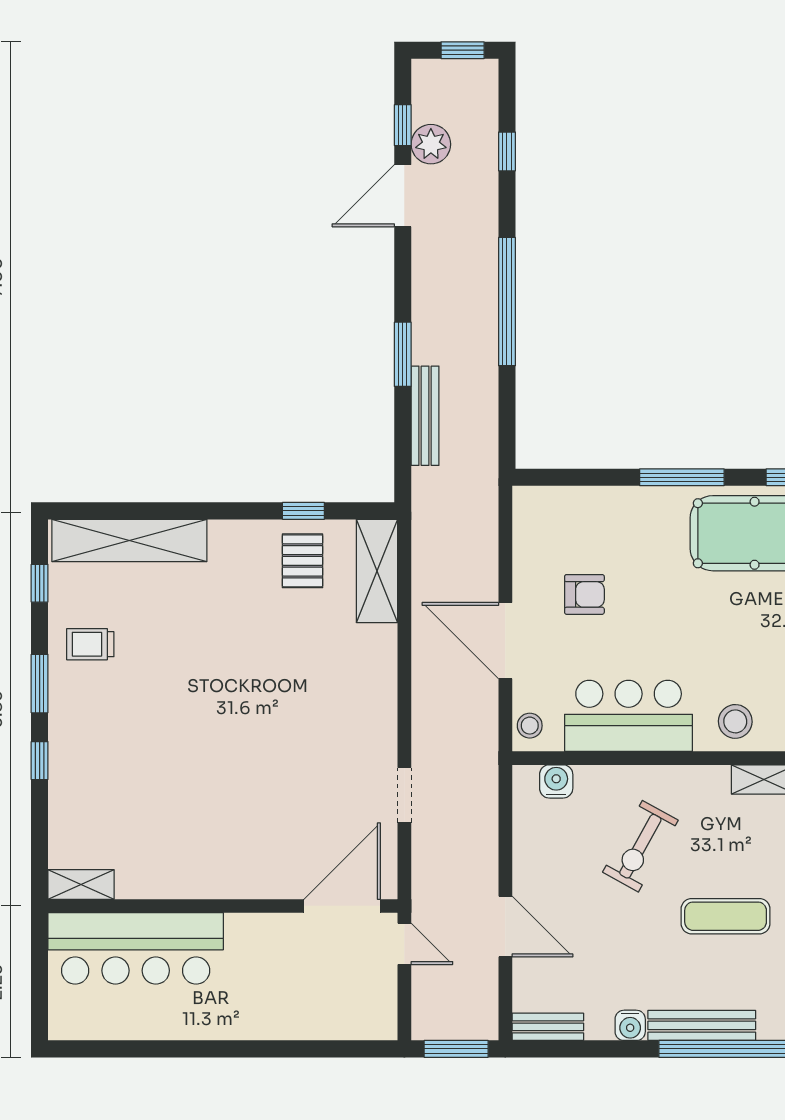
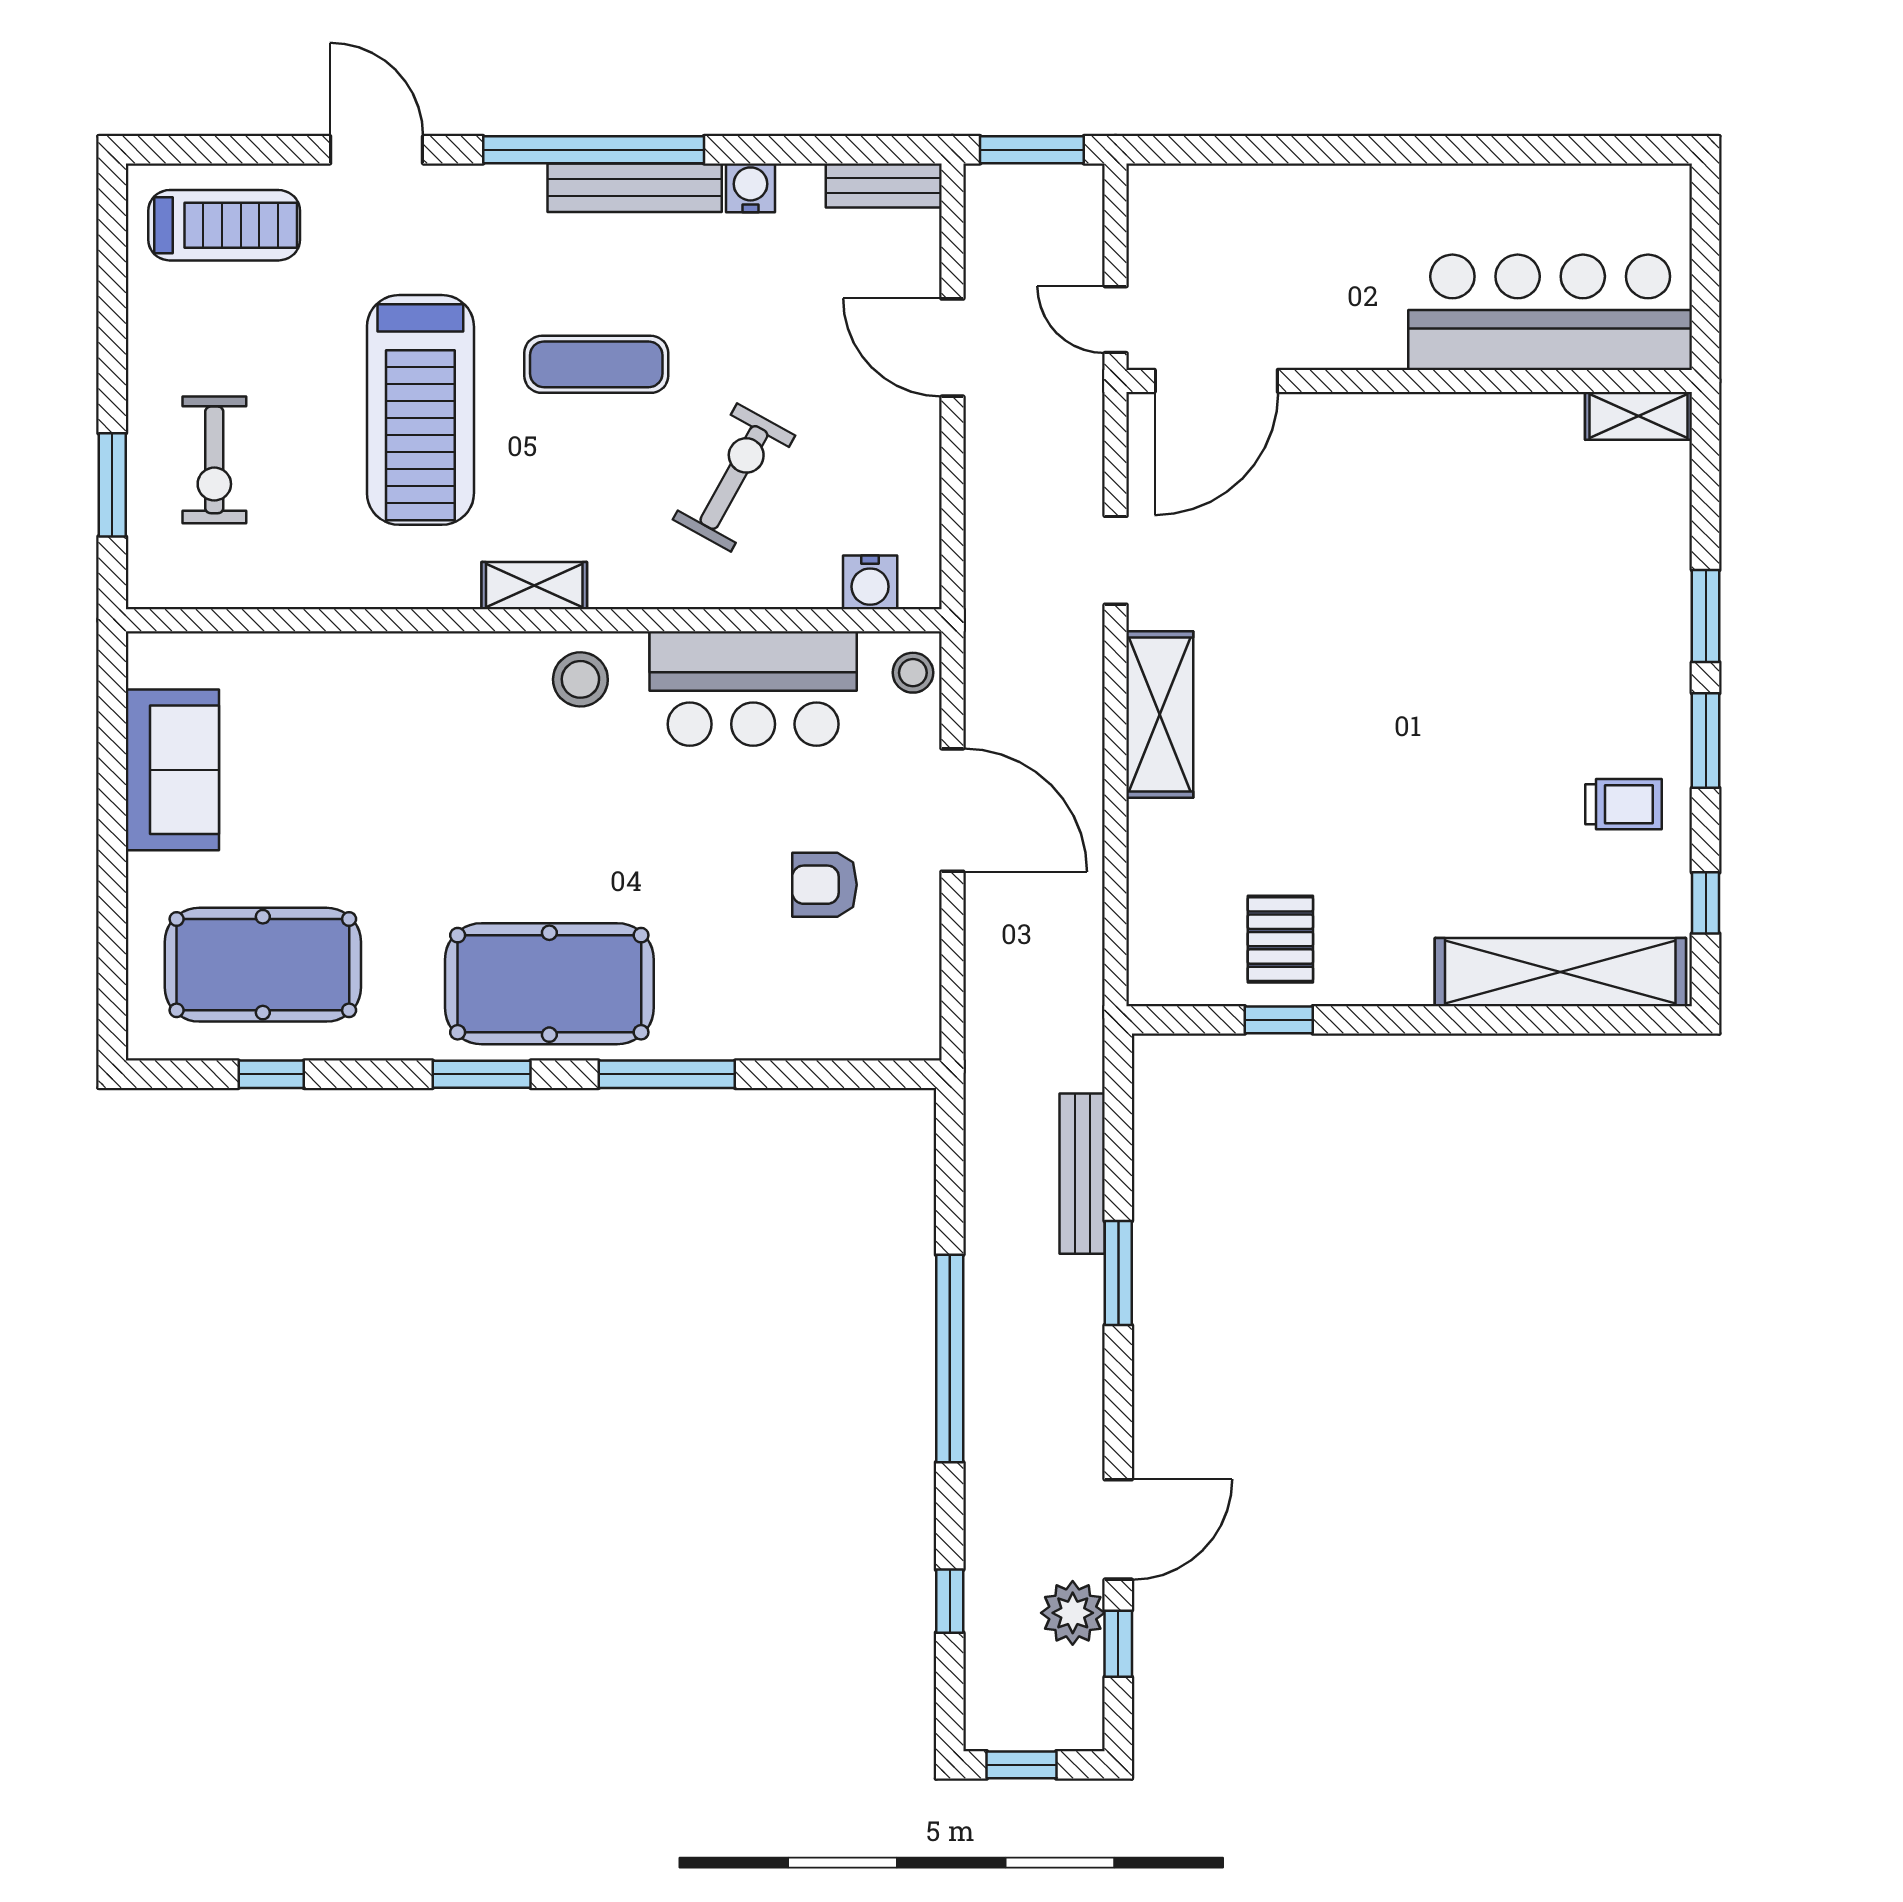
shelving: (377, 571) -> (1160, 715), moved
window: (40, 761) -> (1706, 616), width x1.50

